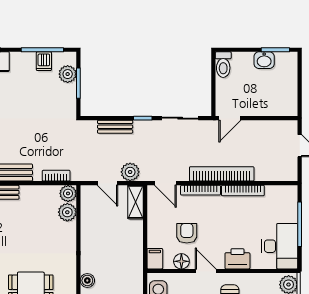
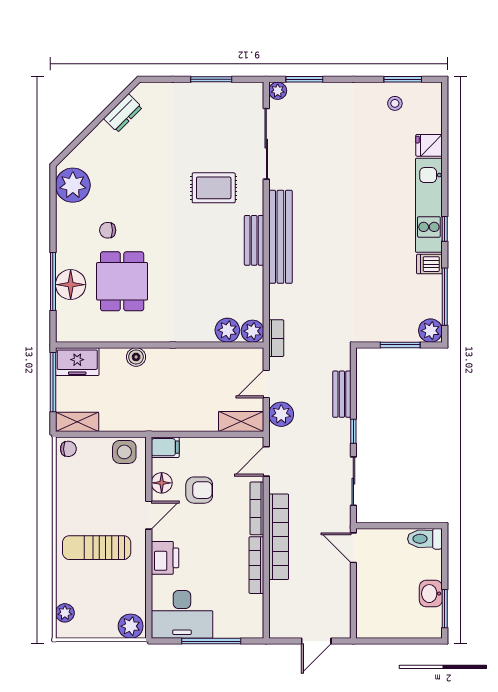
dishwasher: (44, 61) -> (429, 264), moved
plant: (68, 74) -> (430, 331), moved
bookcase: (56, 176) -> (276, 338), moved

